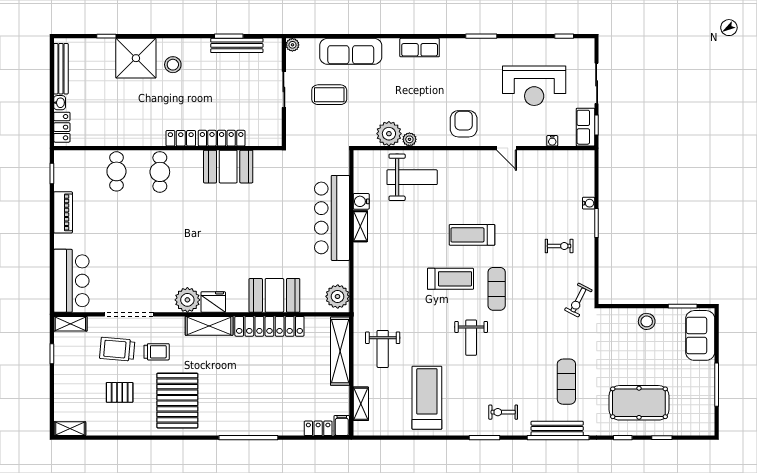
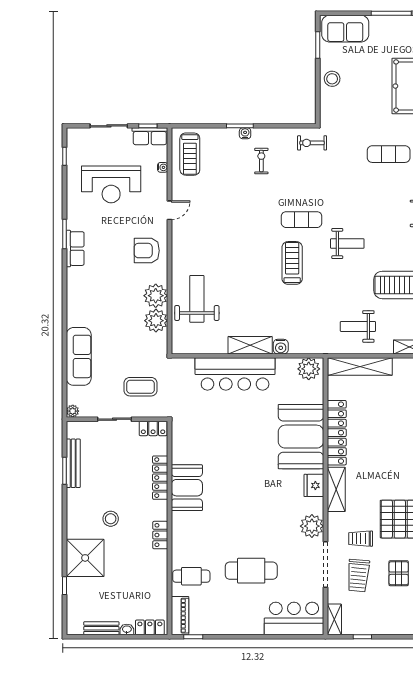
row of seats: (420, 48) -> (75, 249), moved
stool: (173, 65) -> (111, 519), moved
bench: (61, 69) -> (101, 628), width x0.73
reception desk: (534, 86) -> (111, 184), turned 90
coffee table: (329, 95) -> (141, 387), moved, turned 90
locker: (274, 131) -> (153, 428), added
locker: (181, 138) -> (160, 535), moved
plant: (409, 139) -> (156, 296), width x1.87, depth x1.87
booth: (228, 167) -> (187, 488), moved
cafe table: (160, 172) -> (251, 571), moved, width x1.37, depth x1.35
water cooler: (361, 201) -> (281, 347), moved
water cooler: (589, 203) -> (245, 133), moved
piano: (63, 212) -> (180, 616), moved, turned 90
shelving: (360, 226) -> (250, 345), width x1.50, depth x1.33
treadmill: (472, 235) -> (190, 154), moved
booth: (274, 295) -> (301, 437), width x1.36, depth x1.42
plant: (187, 300) -> (312, 526), moved
exercise bike: (578, 300) -> (312, 143), turned 153
weight bench: (383, 349) -> (358, 326), turned 180
trolley: (157, 352) -> (361, 539), turned -90

